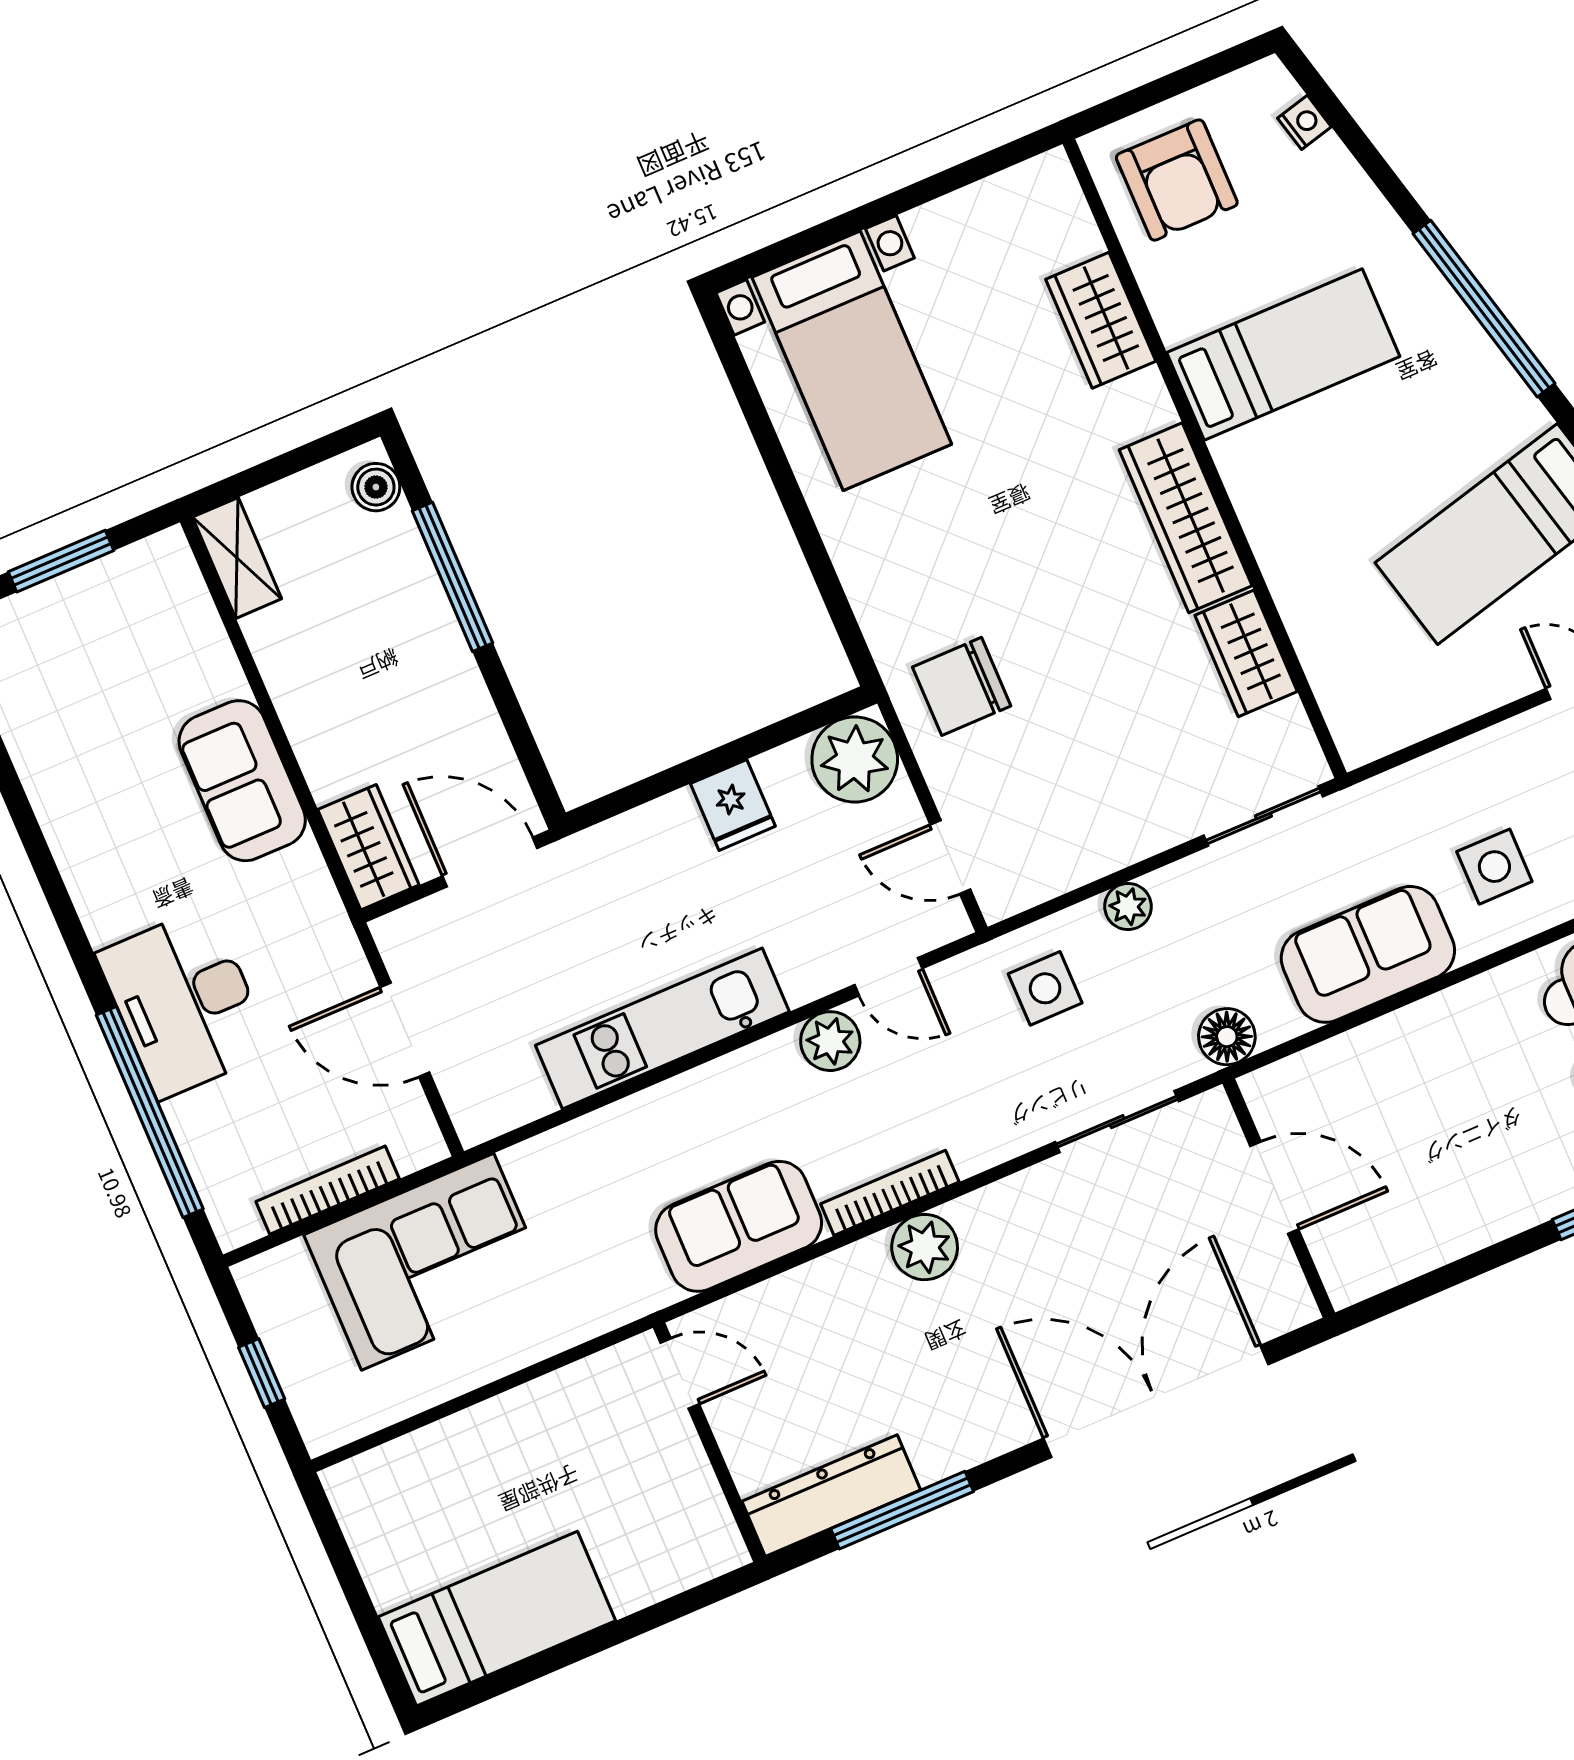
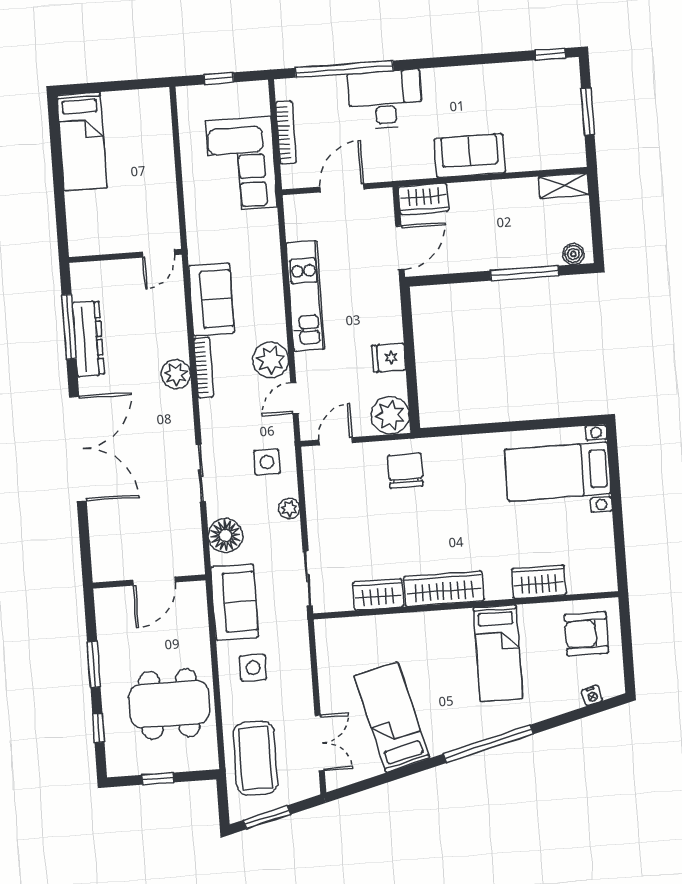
floor lamp: (1227, 1037) -> (226, 536), width x1.38, depth x1.38
plant: (830, 1041) -> (271, 360), width x1.36, depth x1.36
door: (1274, 1188) -> (154, 581), moved
wall: (1279, 1198) -> (149, 581), moved
dresser: (831, 1496) -> (88, 339), moved

